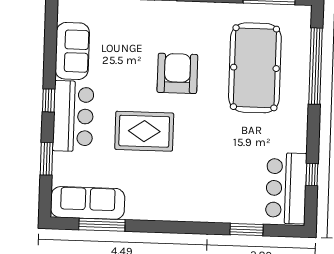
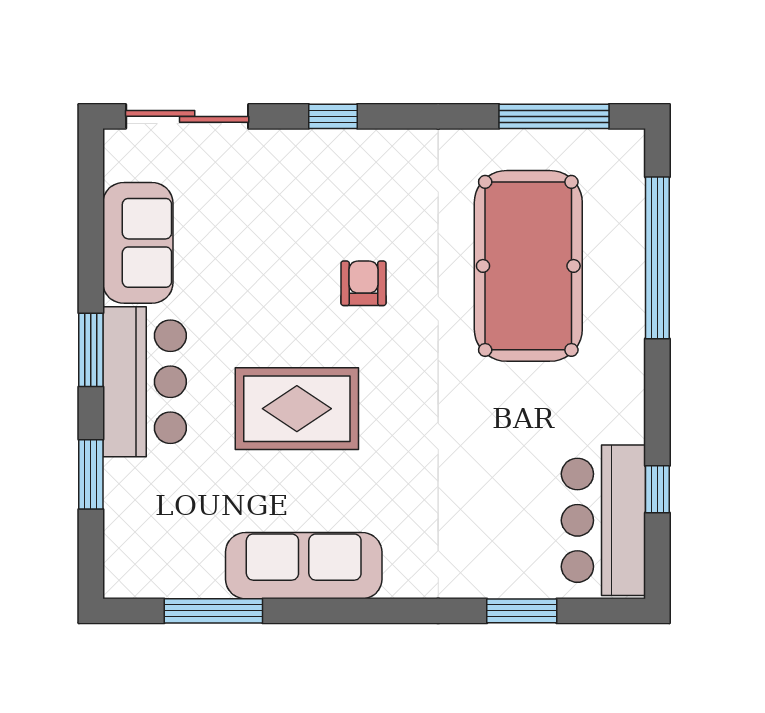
armchair: (177, 73) -> (363, 283), width x0.53, depth x0.53
window: (49, 100) -> (91, 350), width x1.50
sofa: (88, 203) -> (304, 566), moved

